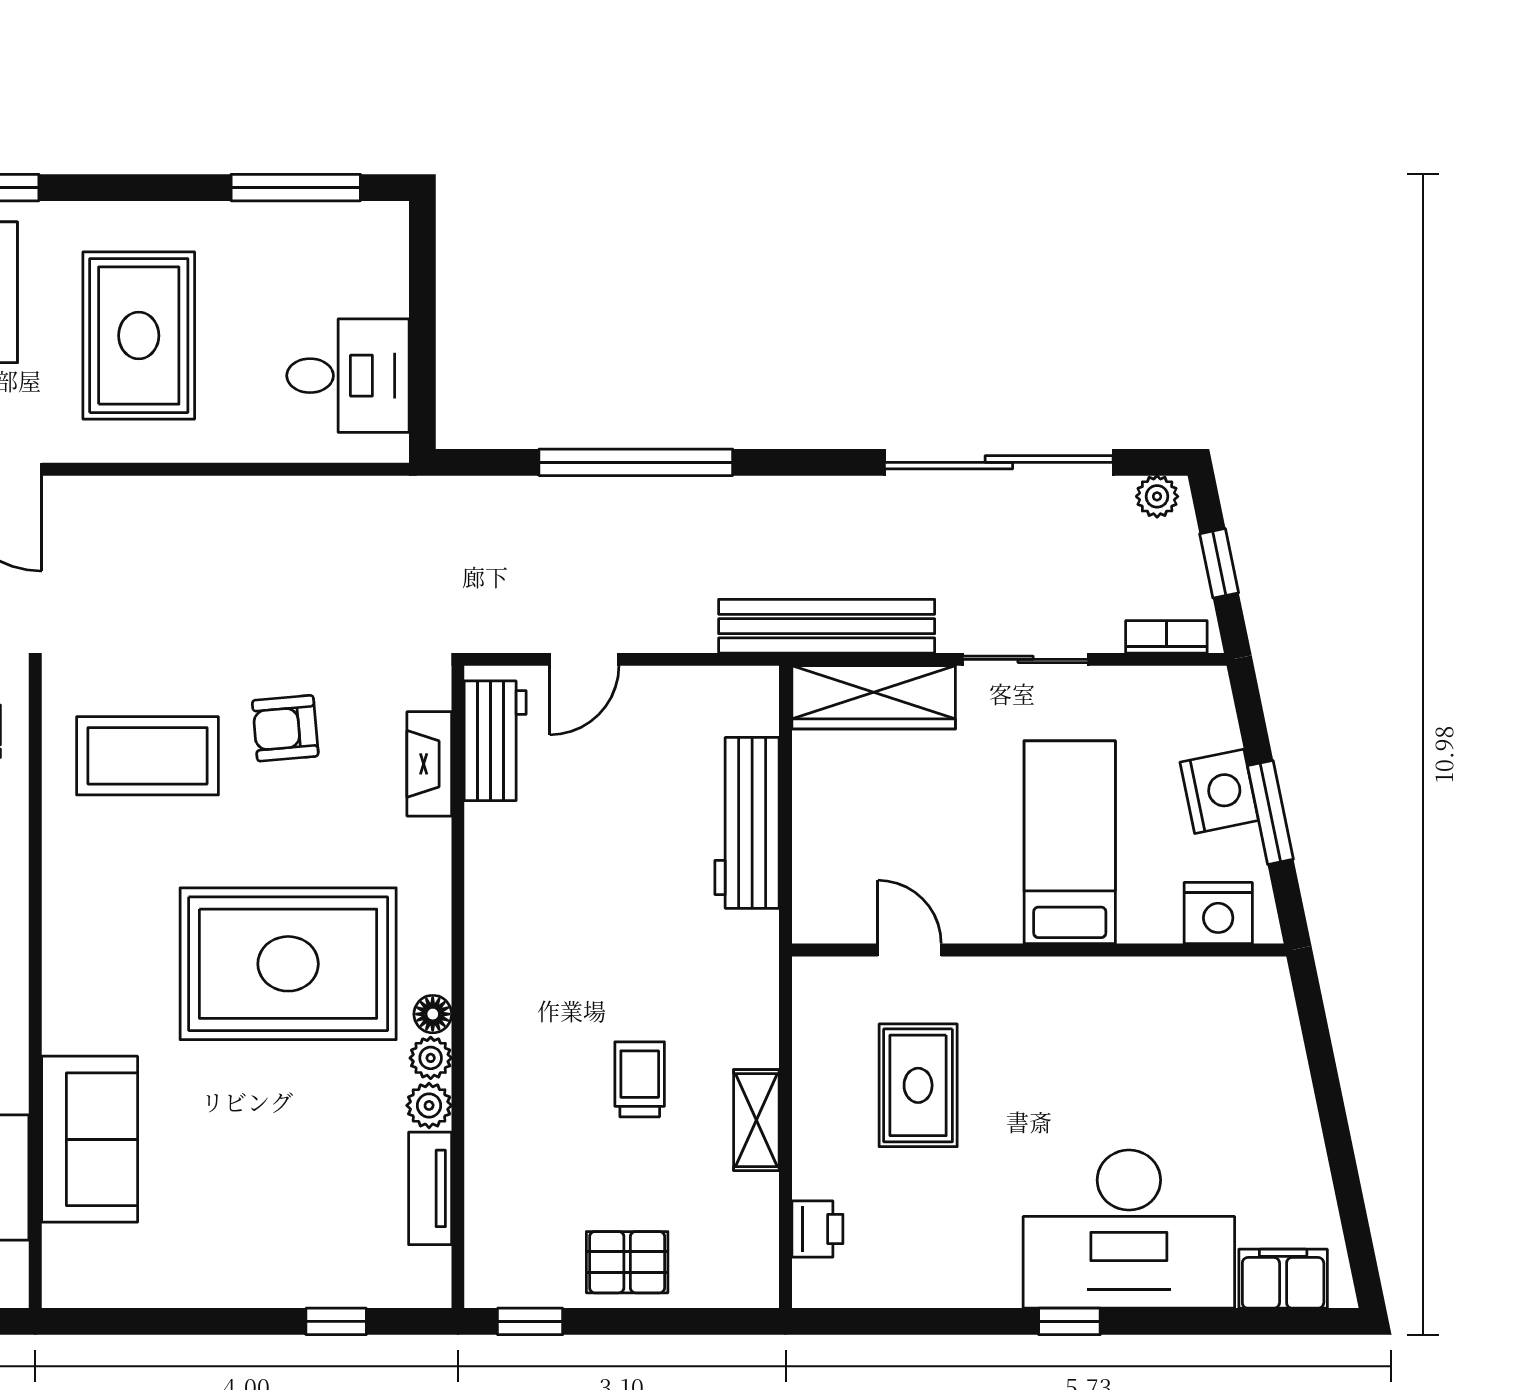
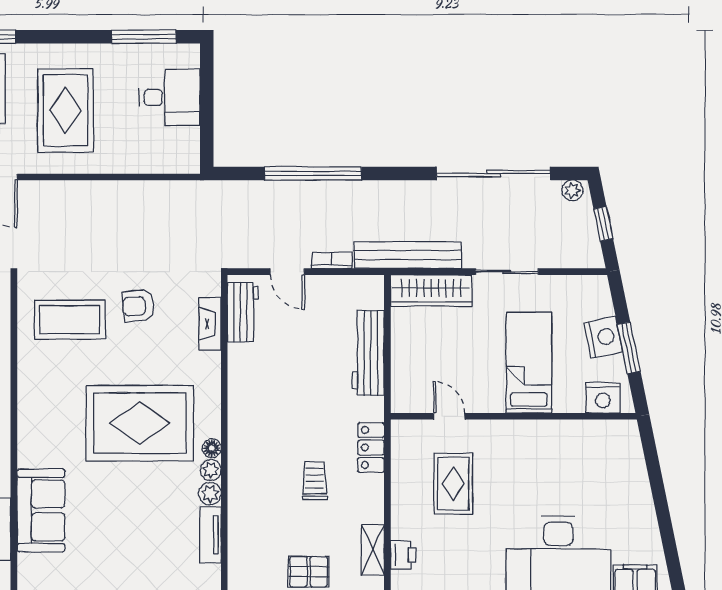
desk: (348, 376) -> (170, 97), moved
bookcase: (1166, 637) -> (332, 260), moved
door: (584, 659) -> (287, 272), hinge flipped
locker: (753, 1013) -> (371, 448), added
shelving: (756, 1120) -> (373, 550), moved

